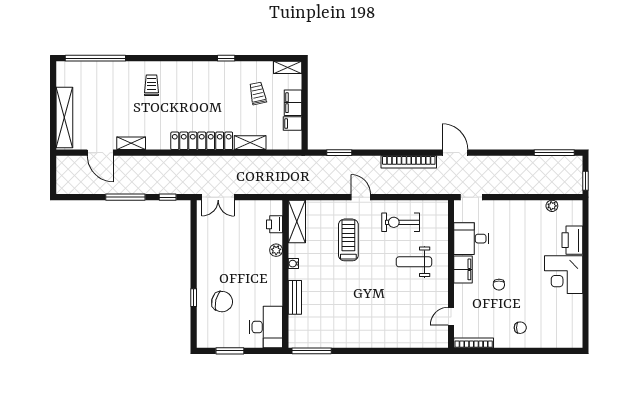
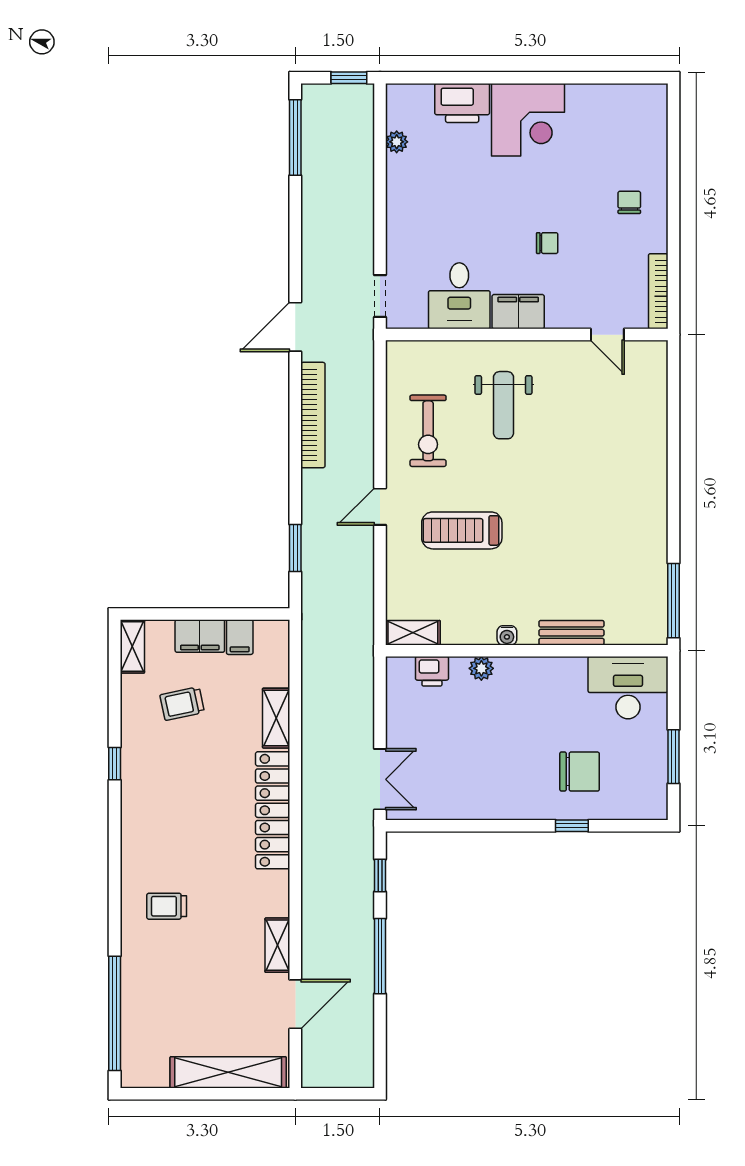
shelving: (297, 221) -> (413, 633), width x0.67, depth x0.75
chair: (222, 302) -> (580, 772), turned 76

